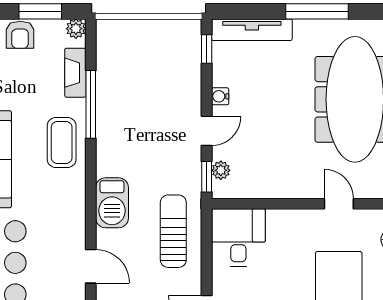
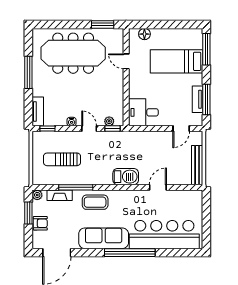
tv unit: (252, 30) -> (38, 111), width x0.71
door: (339, 204) -> (126, 61), hinge flipped
sun lounger: (173, 231) -> (62, 159), moved

